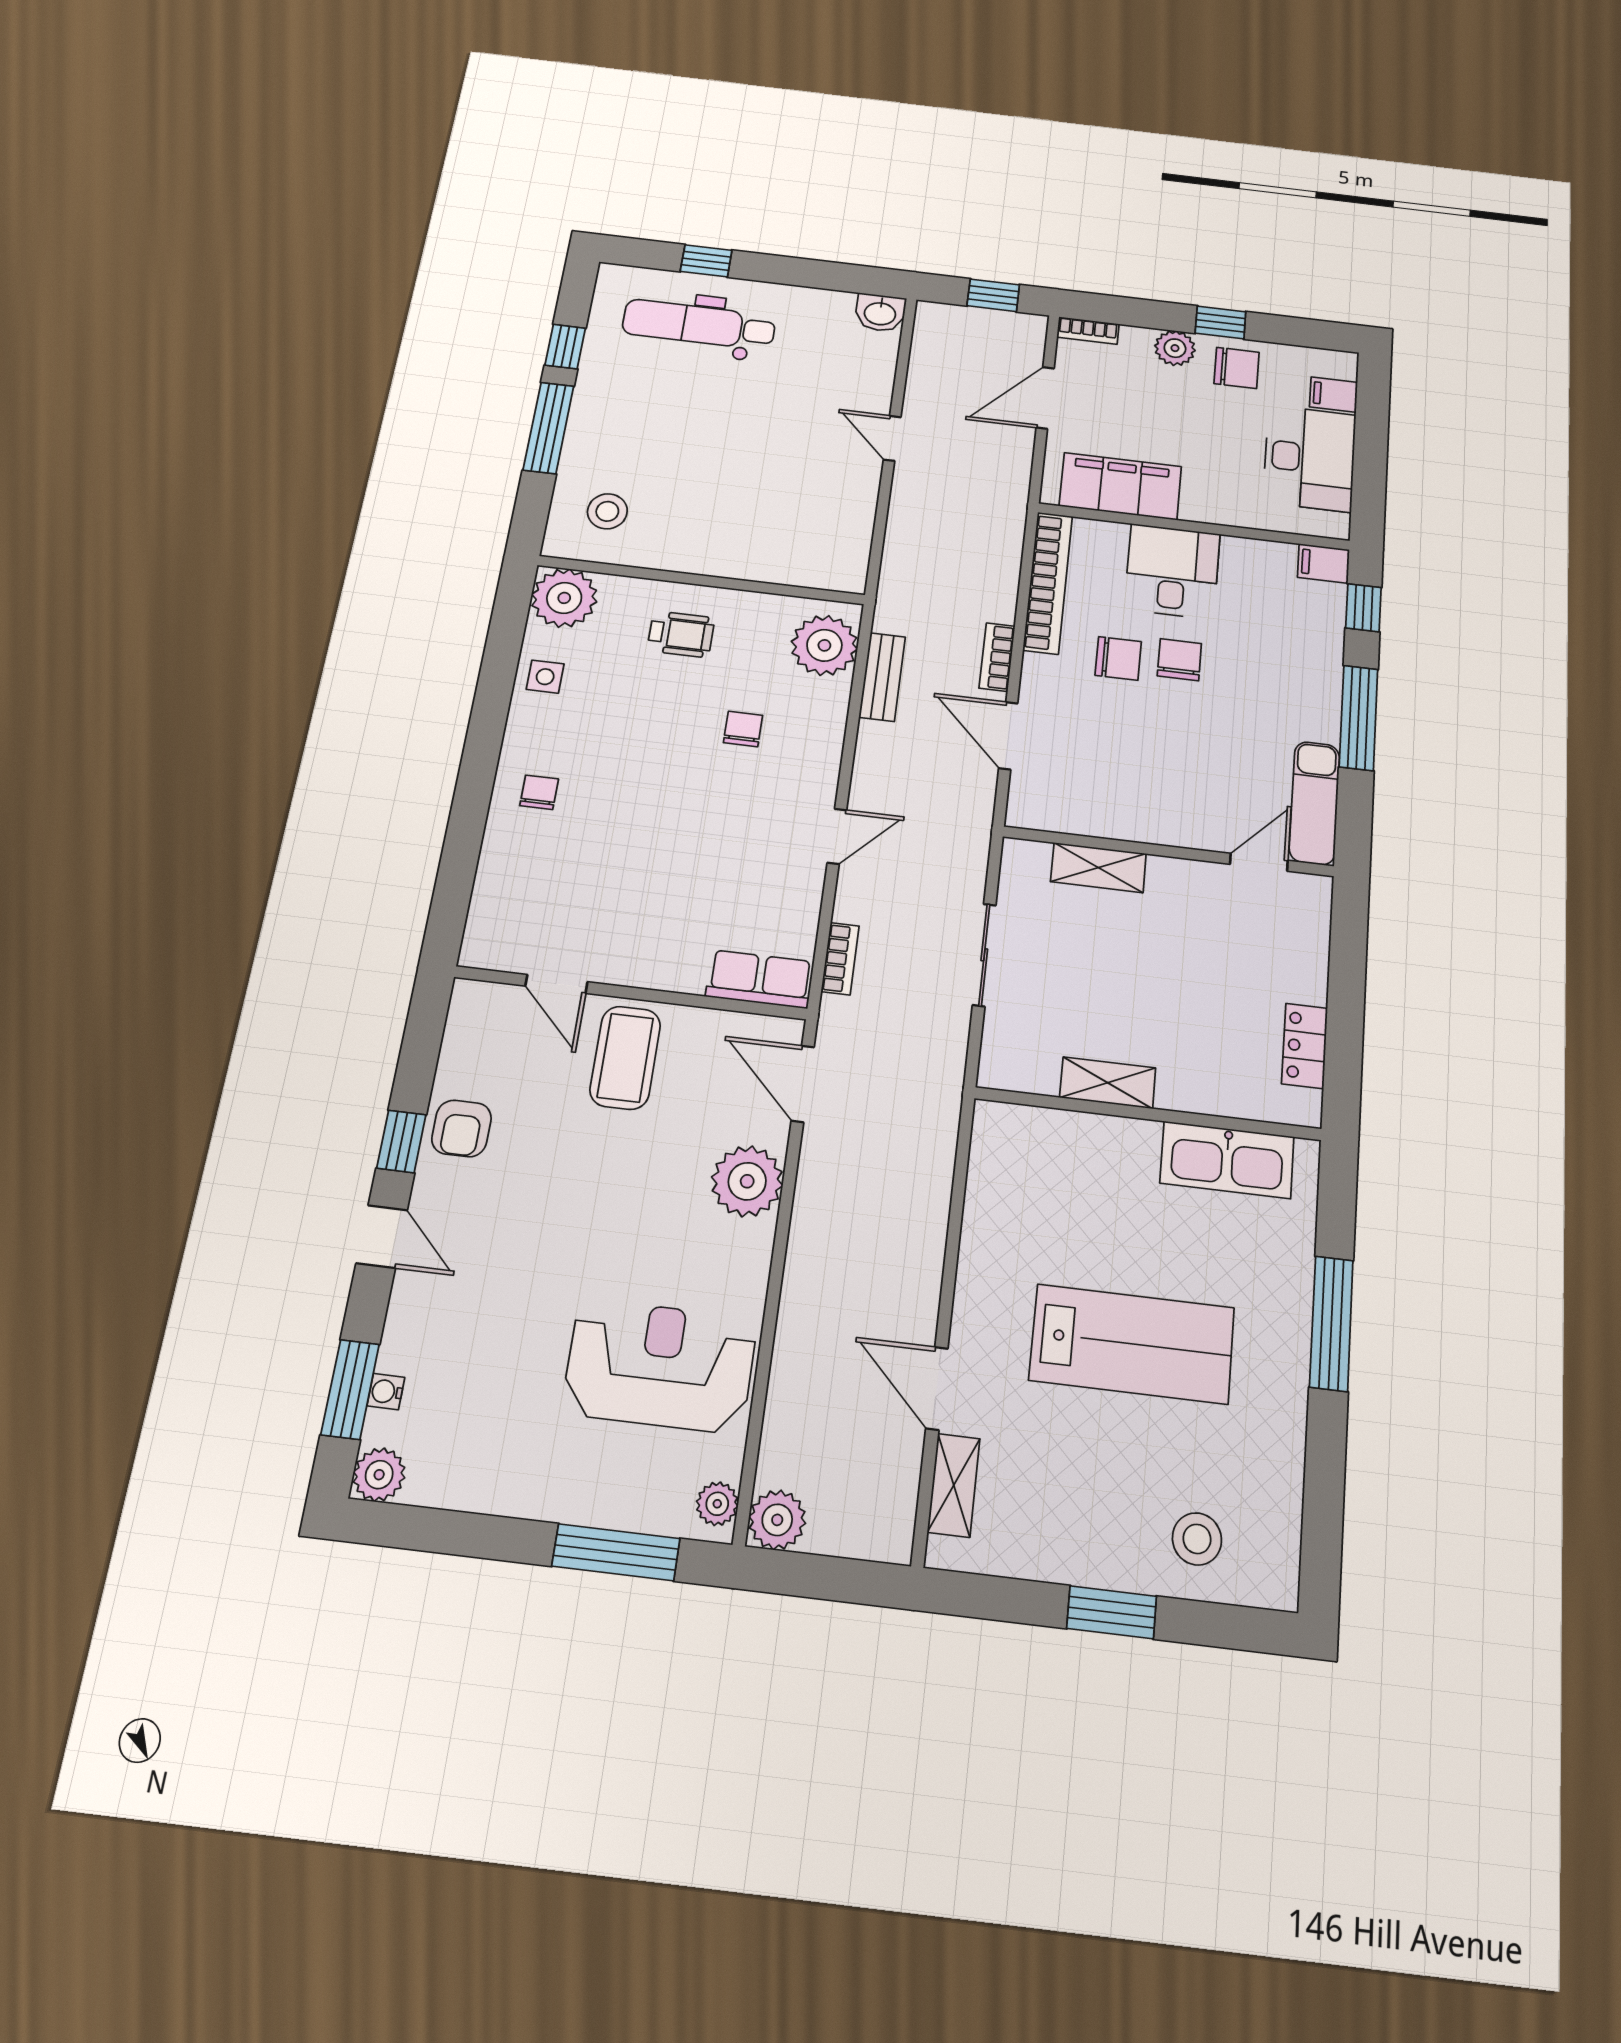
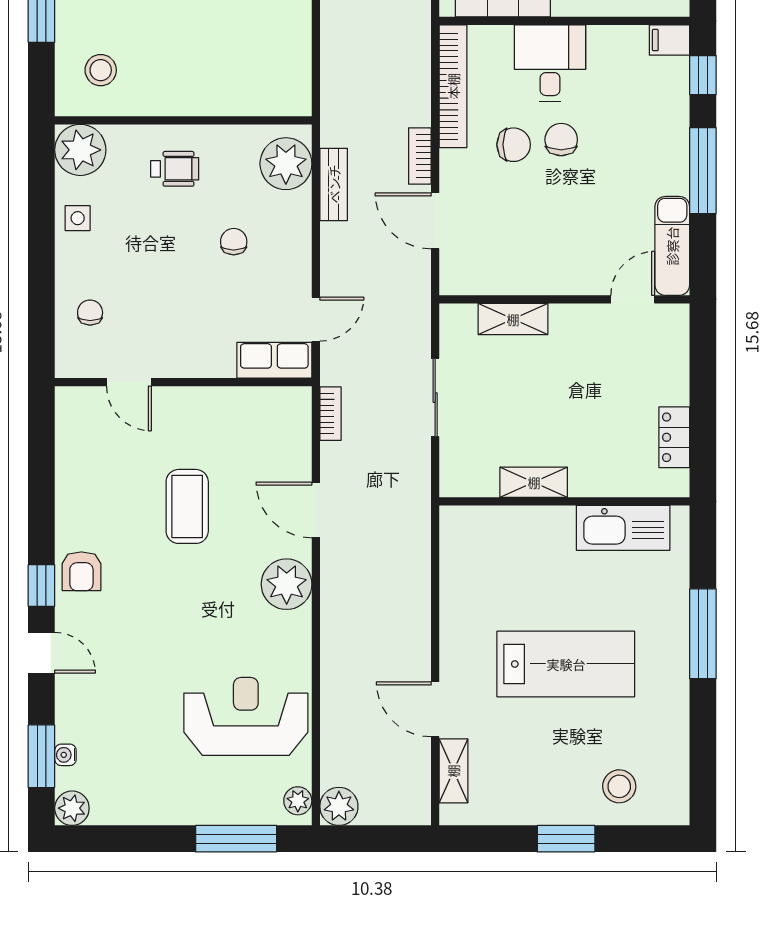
row of seats: (760, 979) -> (274, 360), moved
door: (556, 984) -> (129, 382), moved
wall: (631, 993) -> (183, 382), moved

